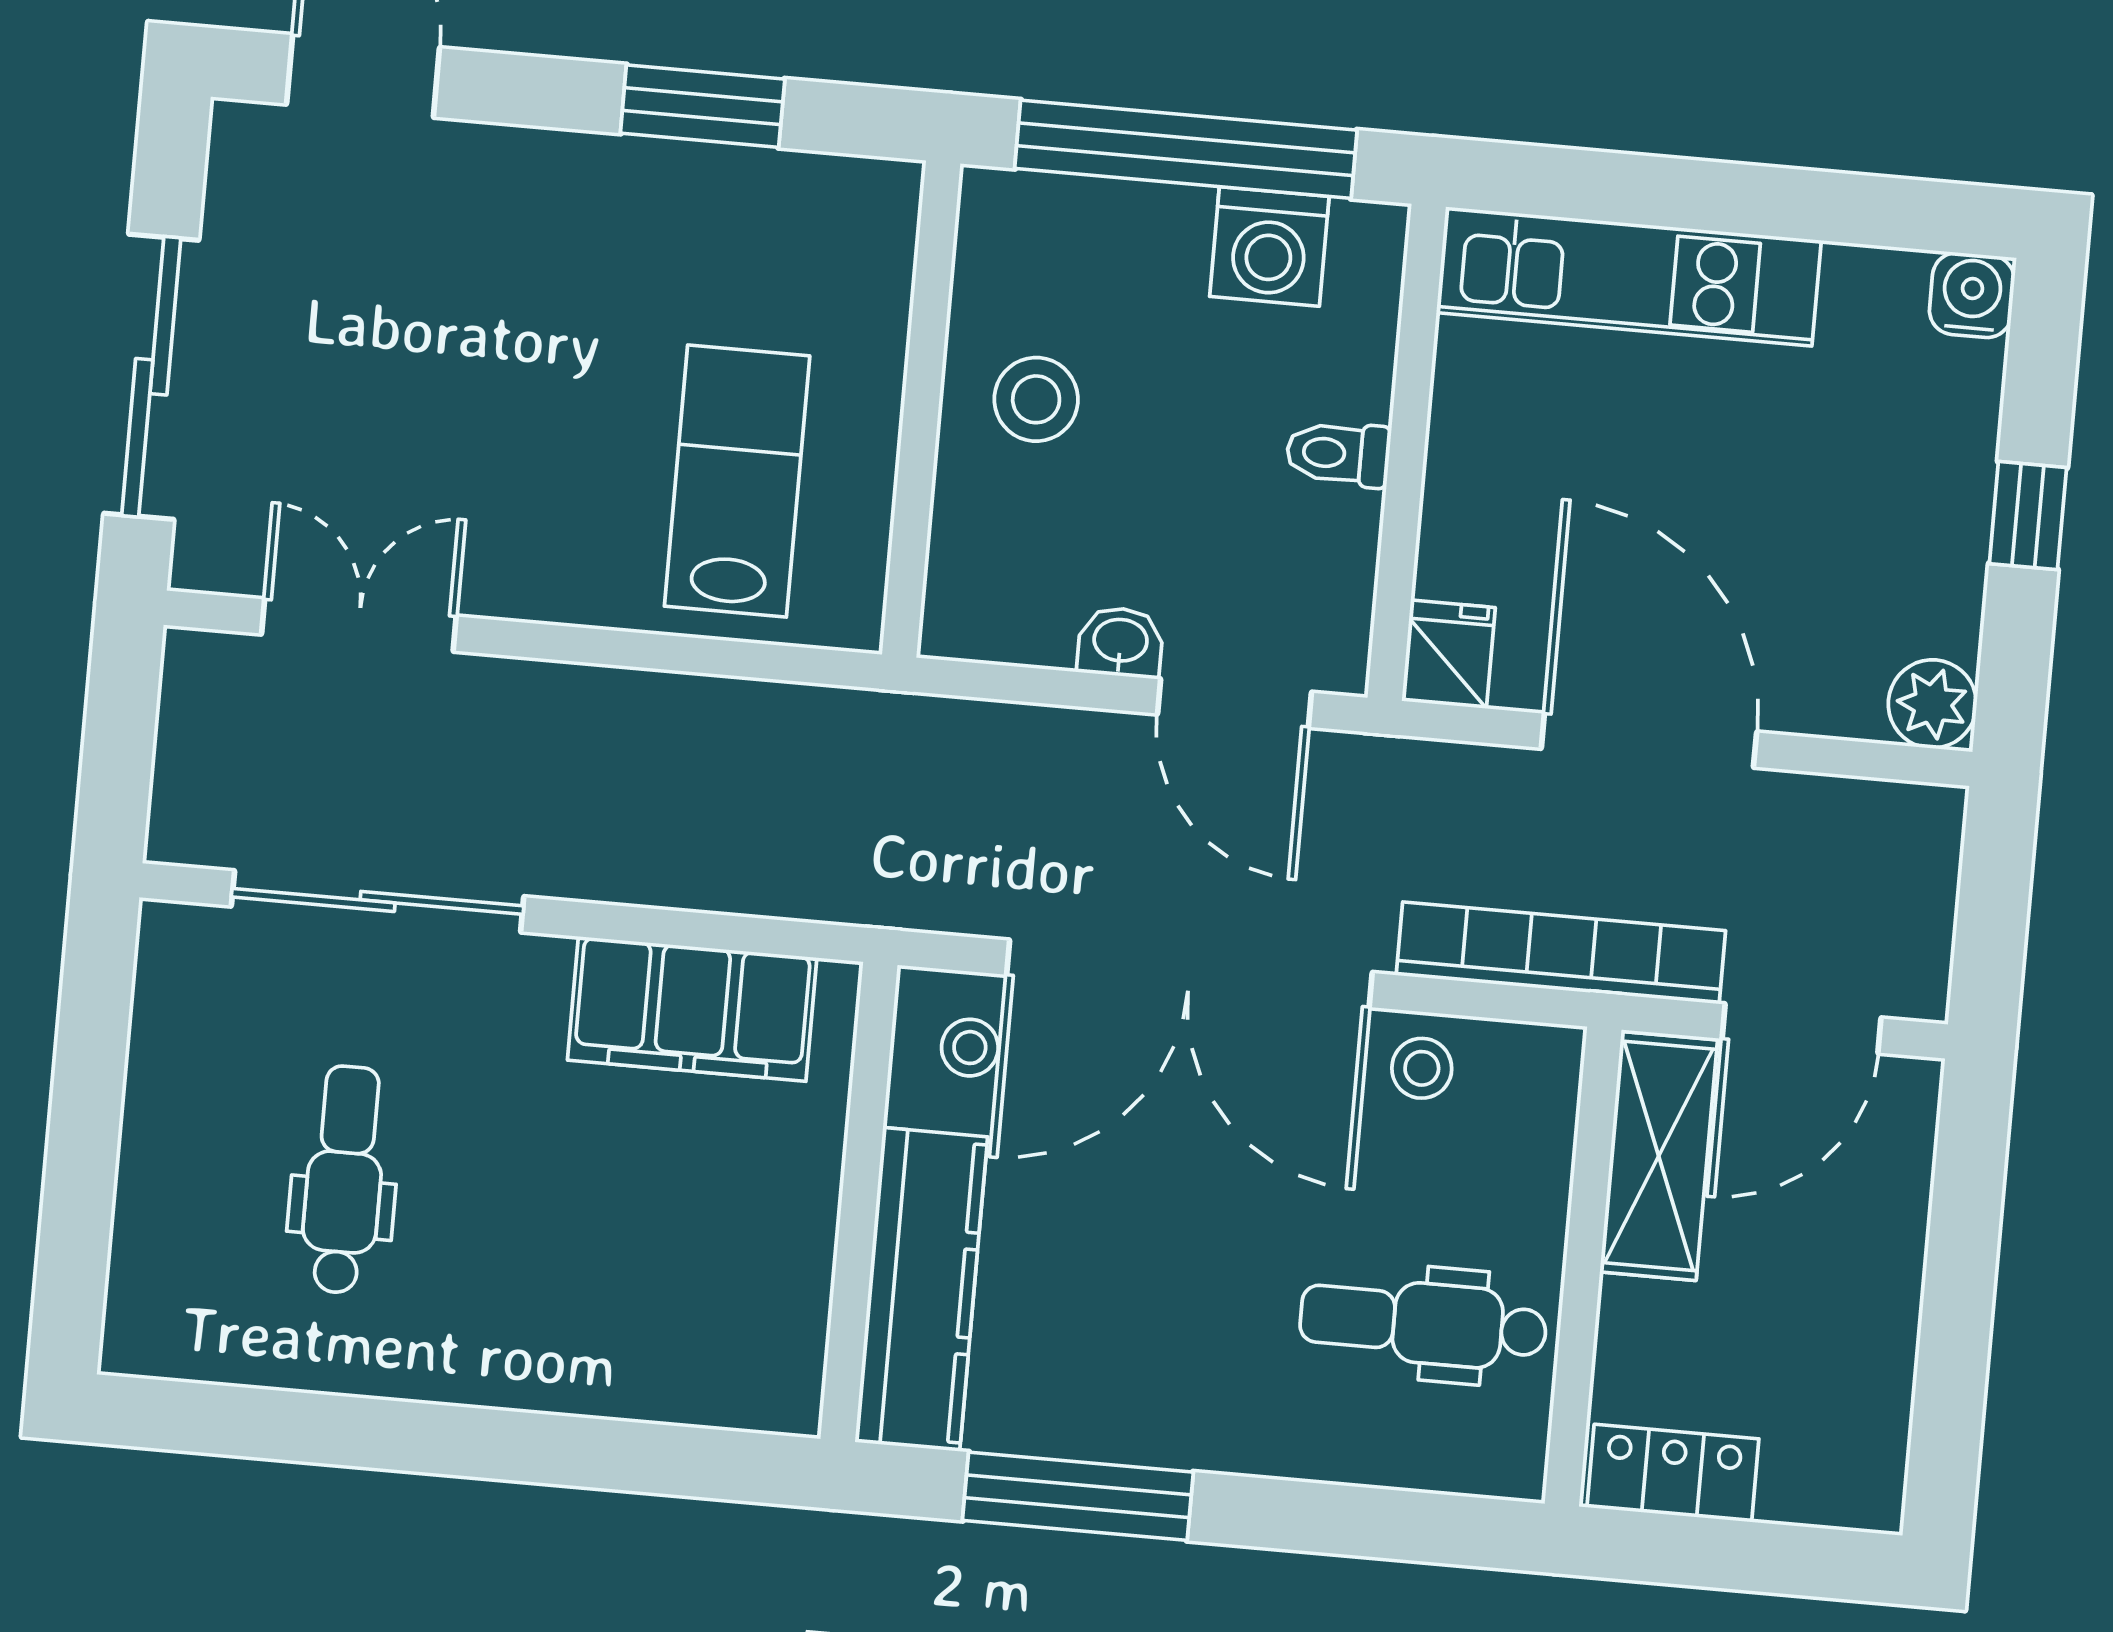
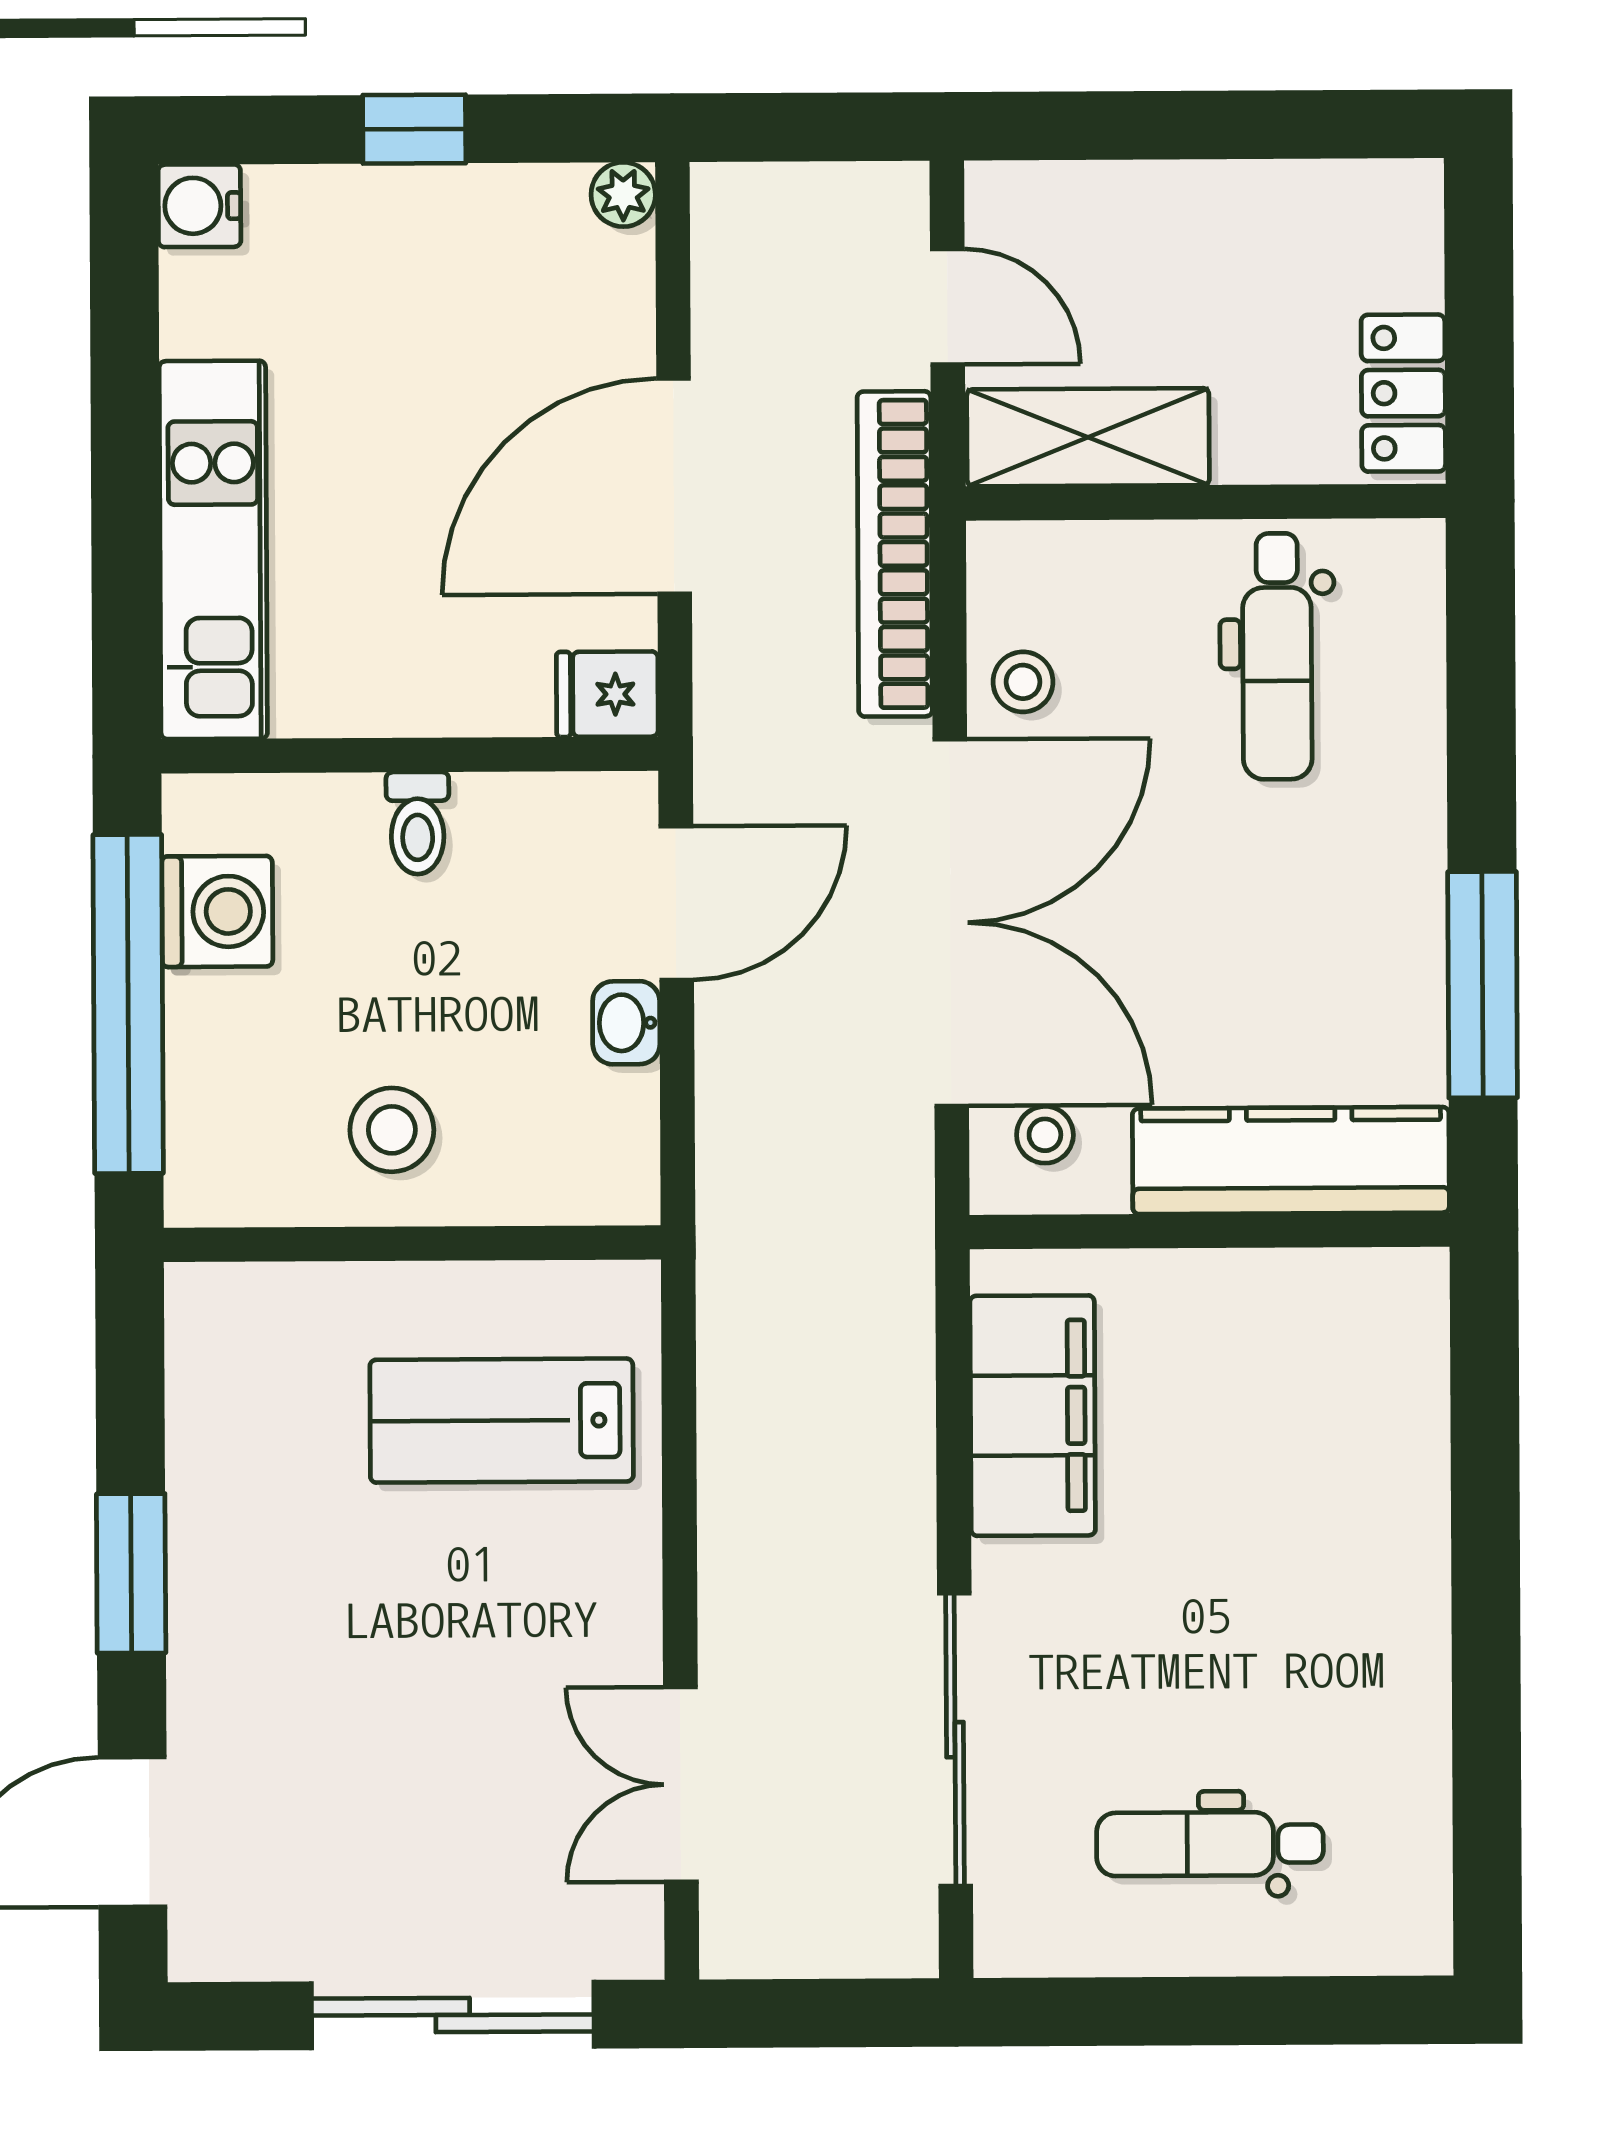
window: (703, 106) -> (131, 1573), moved
plant: (1932, 704) -> (623, 194), width x0.73, depth x0.73
door: (1801, 1029) -> (947, 307), width x0.73
dental chair: (344, 1180) -> (1210, 1844), moved

